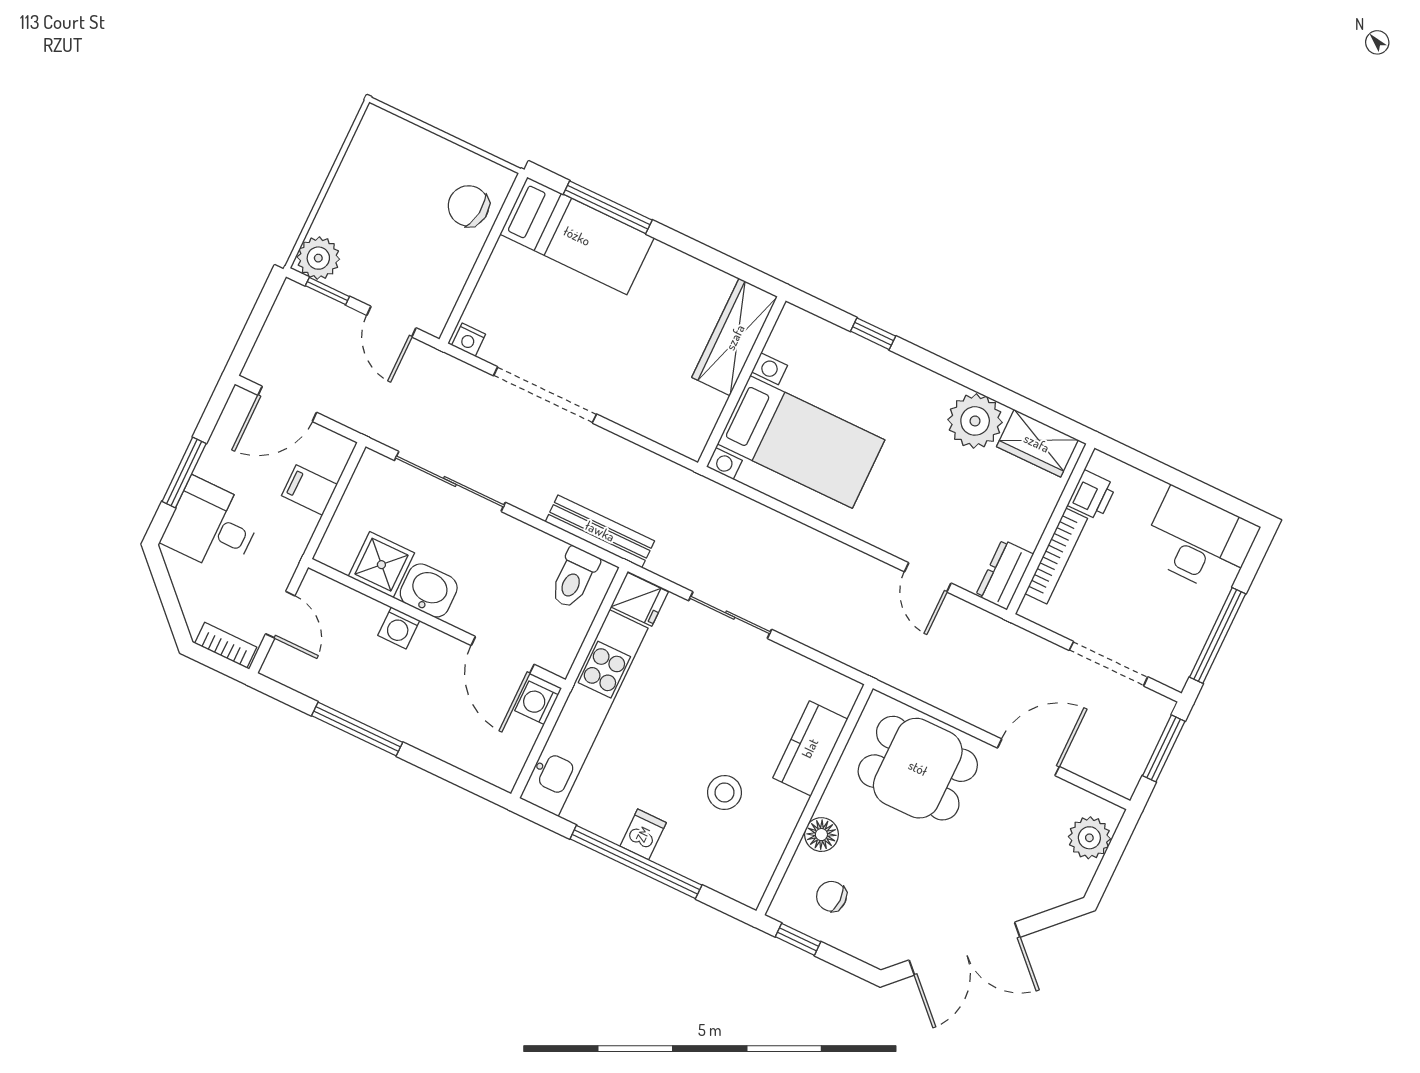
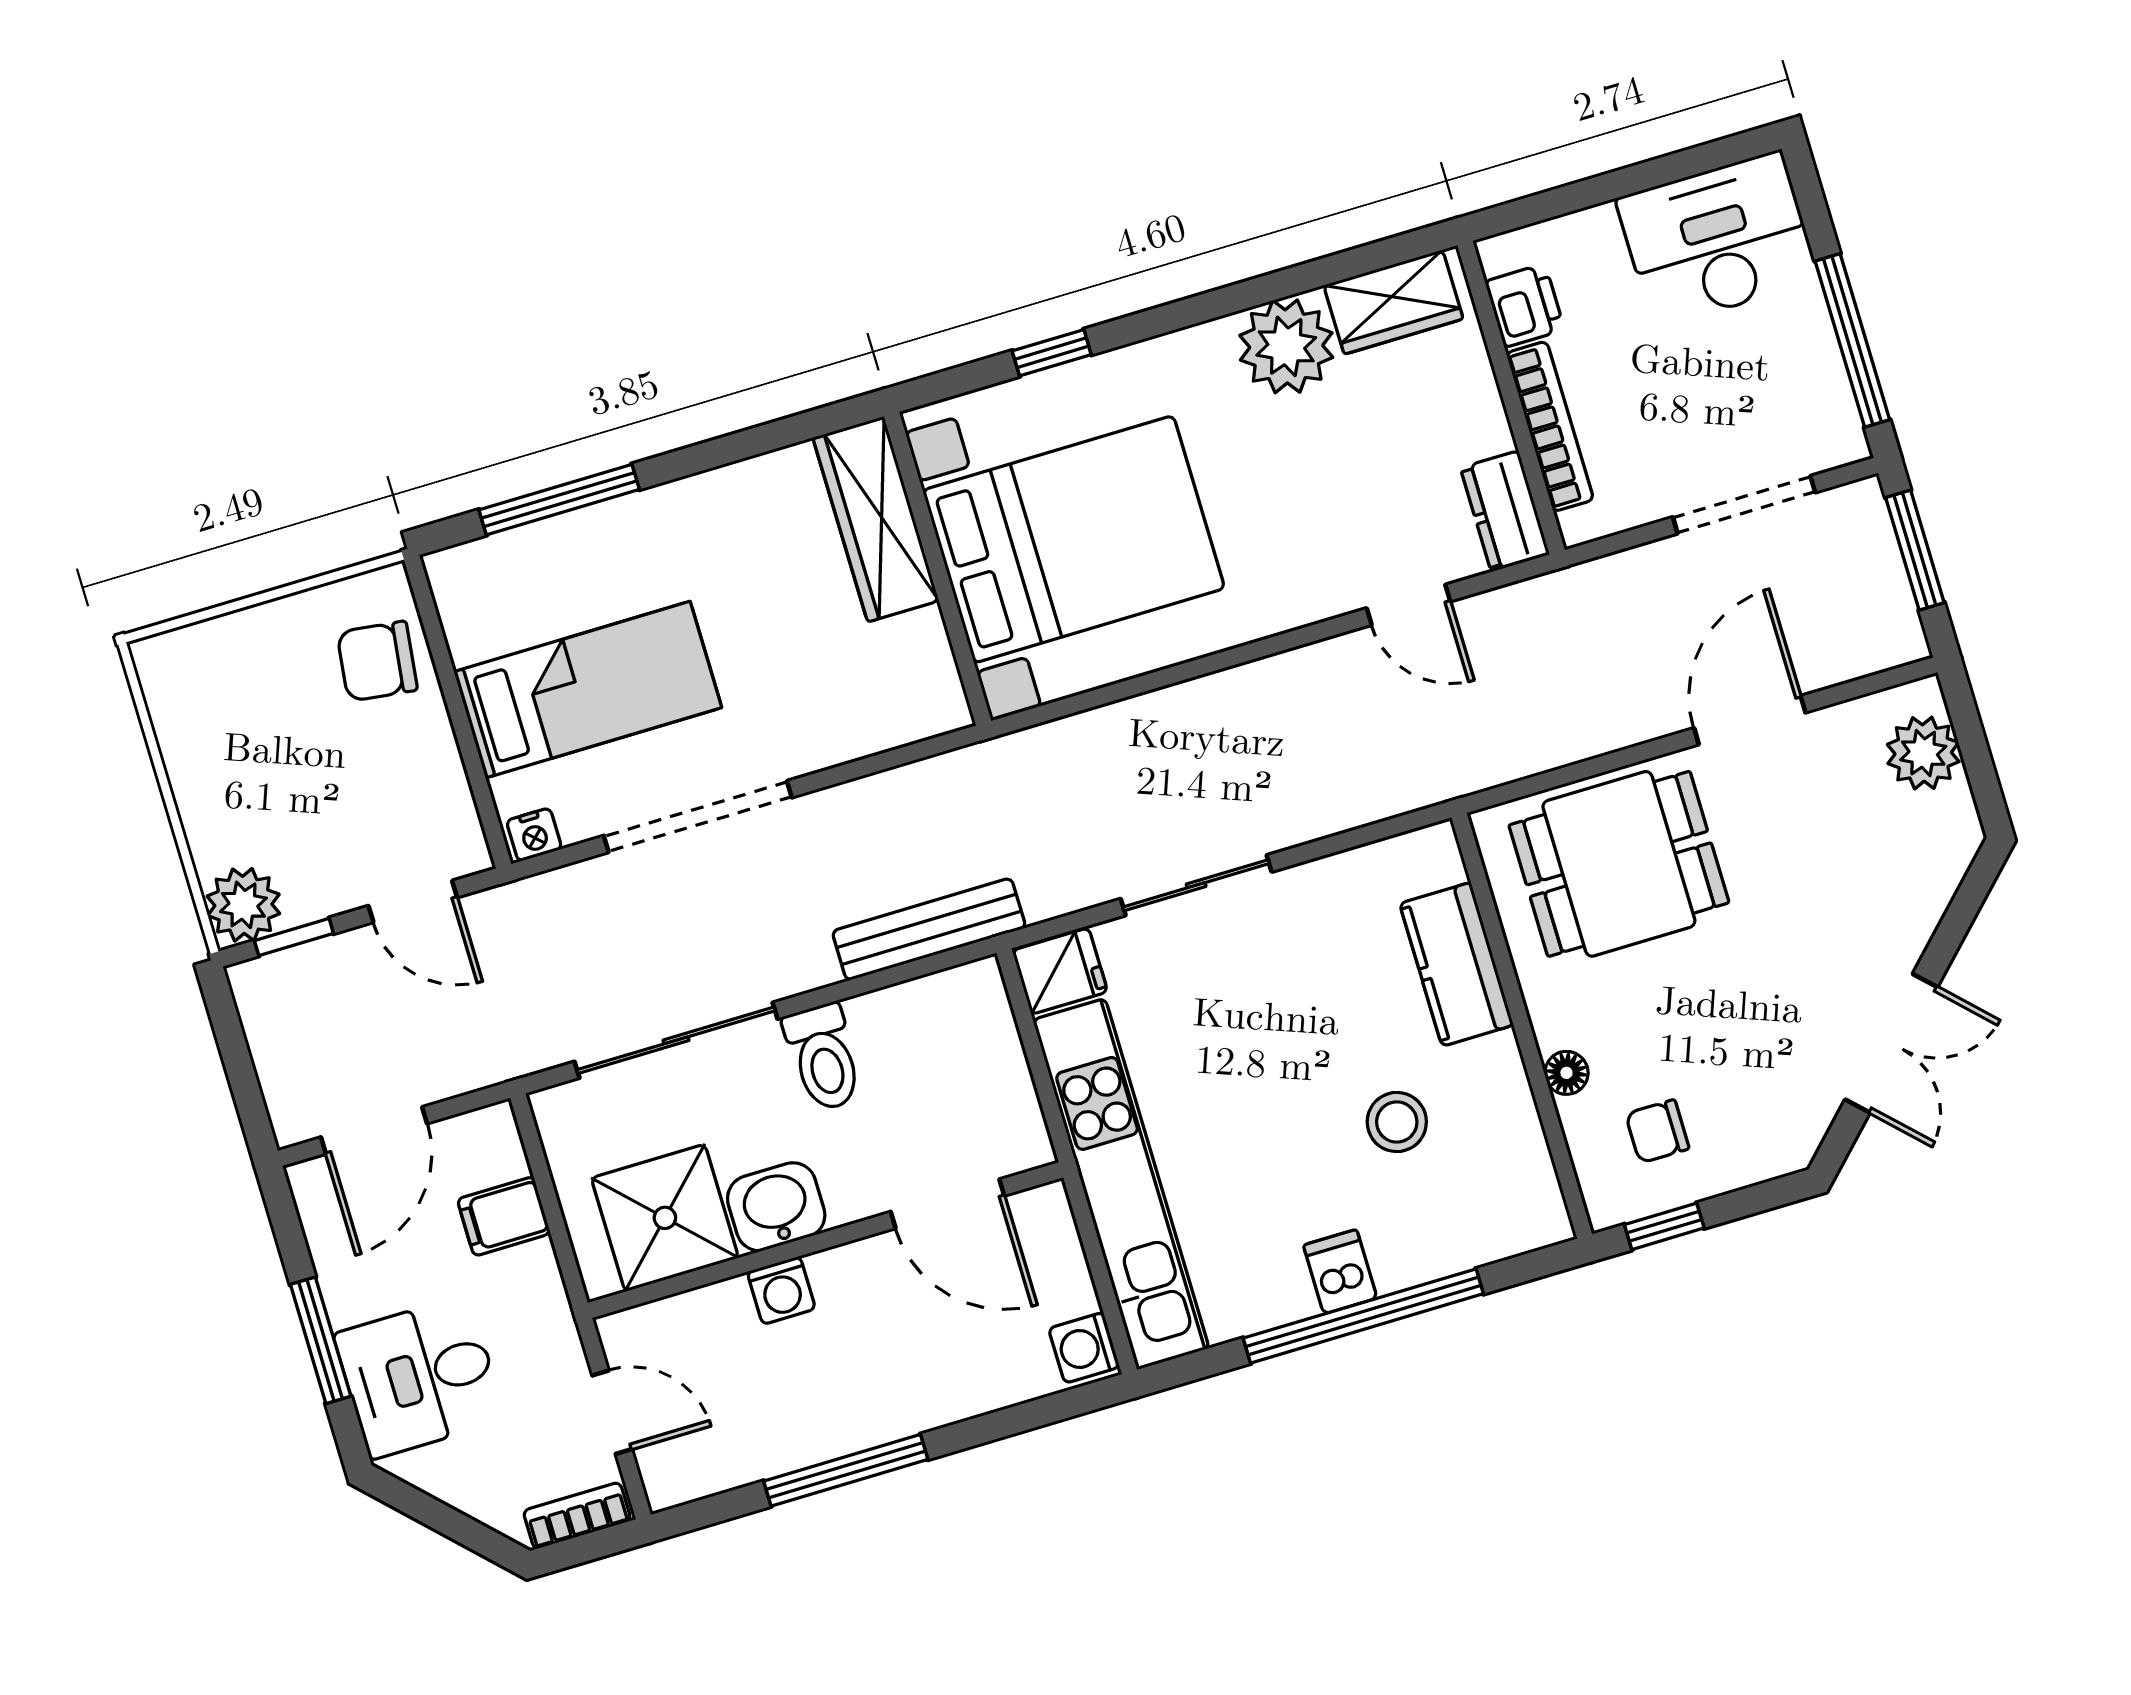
bed: (577, 236) -> (588, 690), moved
bed with nightstands: (801, 442) -> (1074, 539), width x1.36
shower: (381, 565) -> (665, 1218), width x1.36, depth x1.36
toilet: (574, 578) -> (823, 1057), moved
washing machine: (537, 703) -> (1084, 1348), moved
floor lamp: (821, 835) -> (1566, 1073), width x0.73, depth x0.73
double door: (965, 949) -> (1891, 1043), width x0.73

